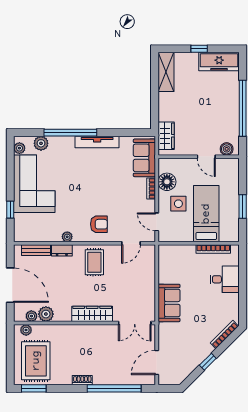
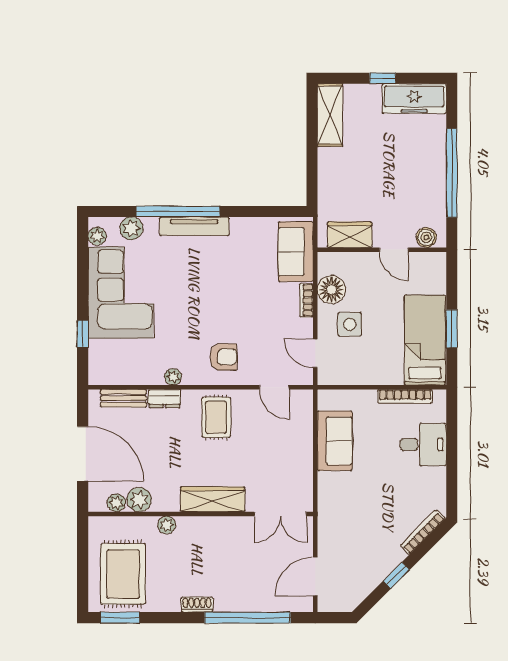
wardrobe: (166, 136) -> (350, 235), moved, turned -90
tv unit: (97, 142) -> (194, 226), moved
bed: (206, 214) -> (425, 340), moved
door: (131, 243) -> (274, 387), hinge flipped
sofa: (169, 303) -> (335, 441), moved
plant: (26, 330) -> (167, 525), moved

